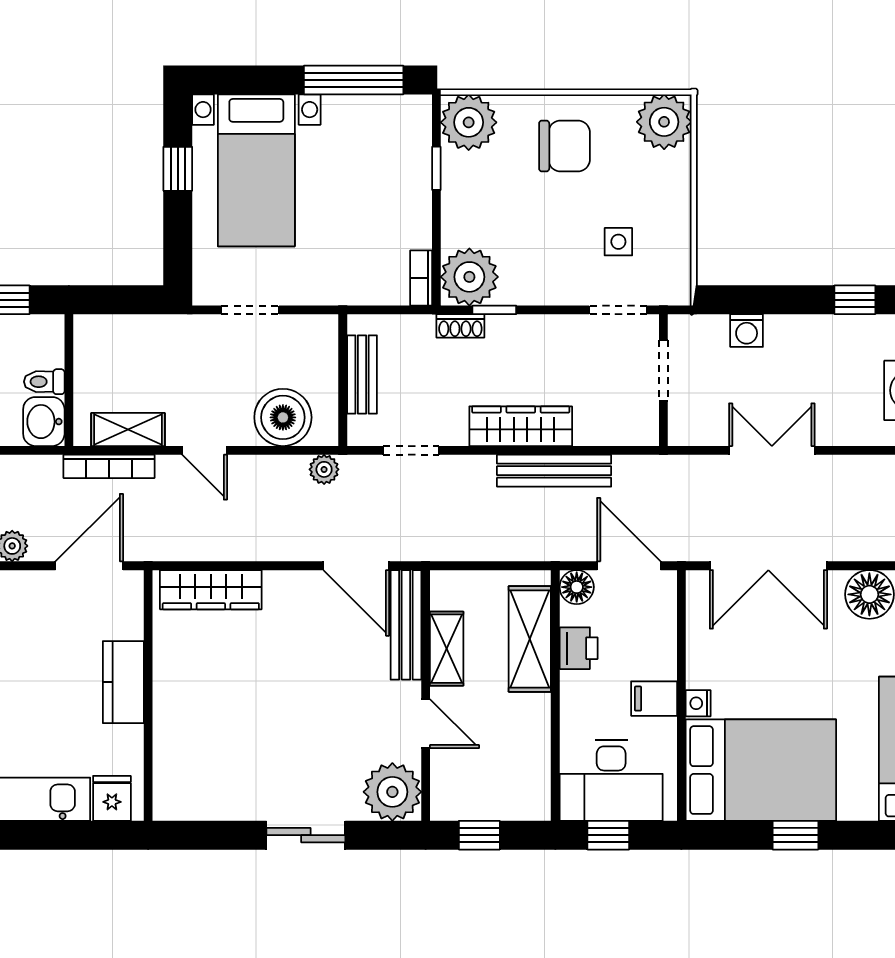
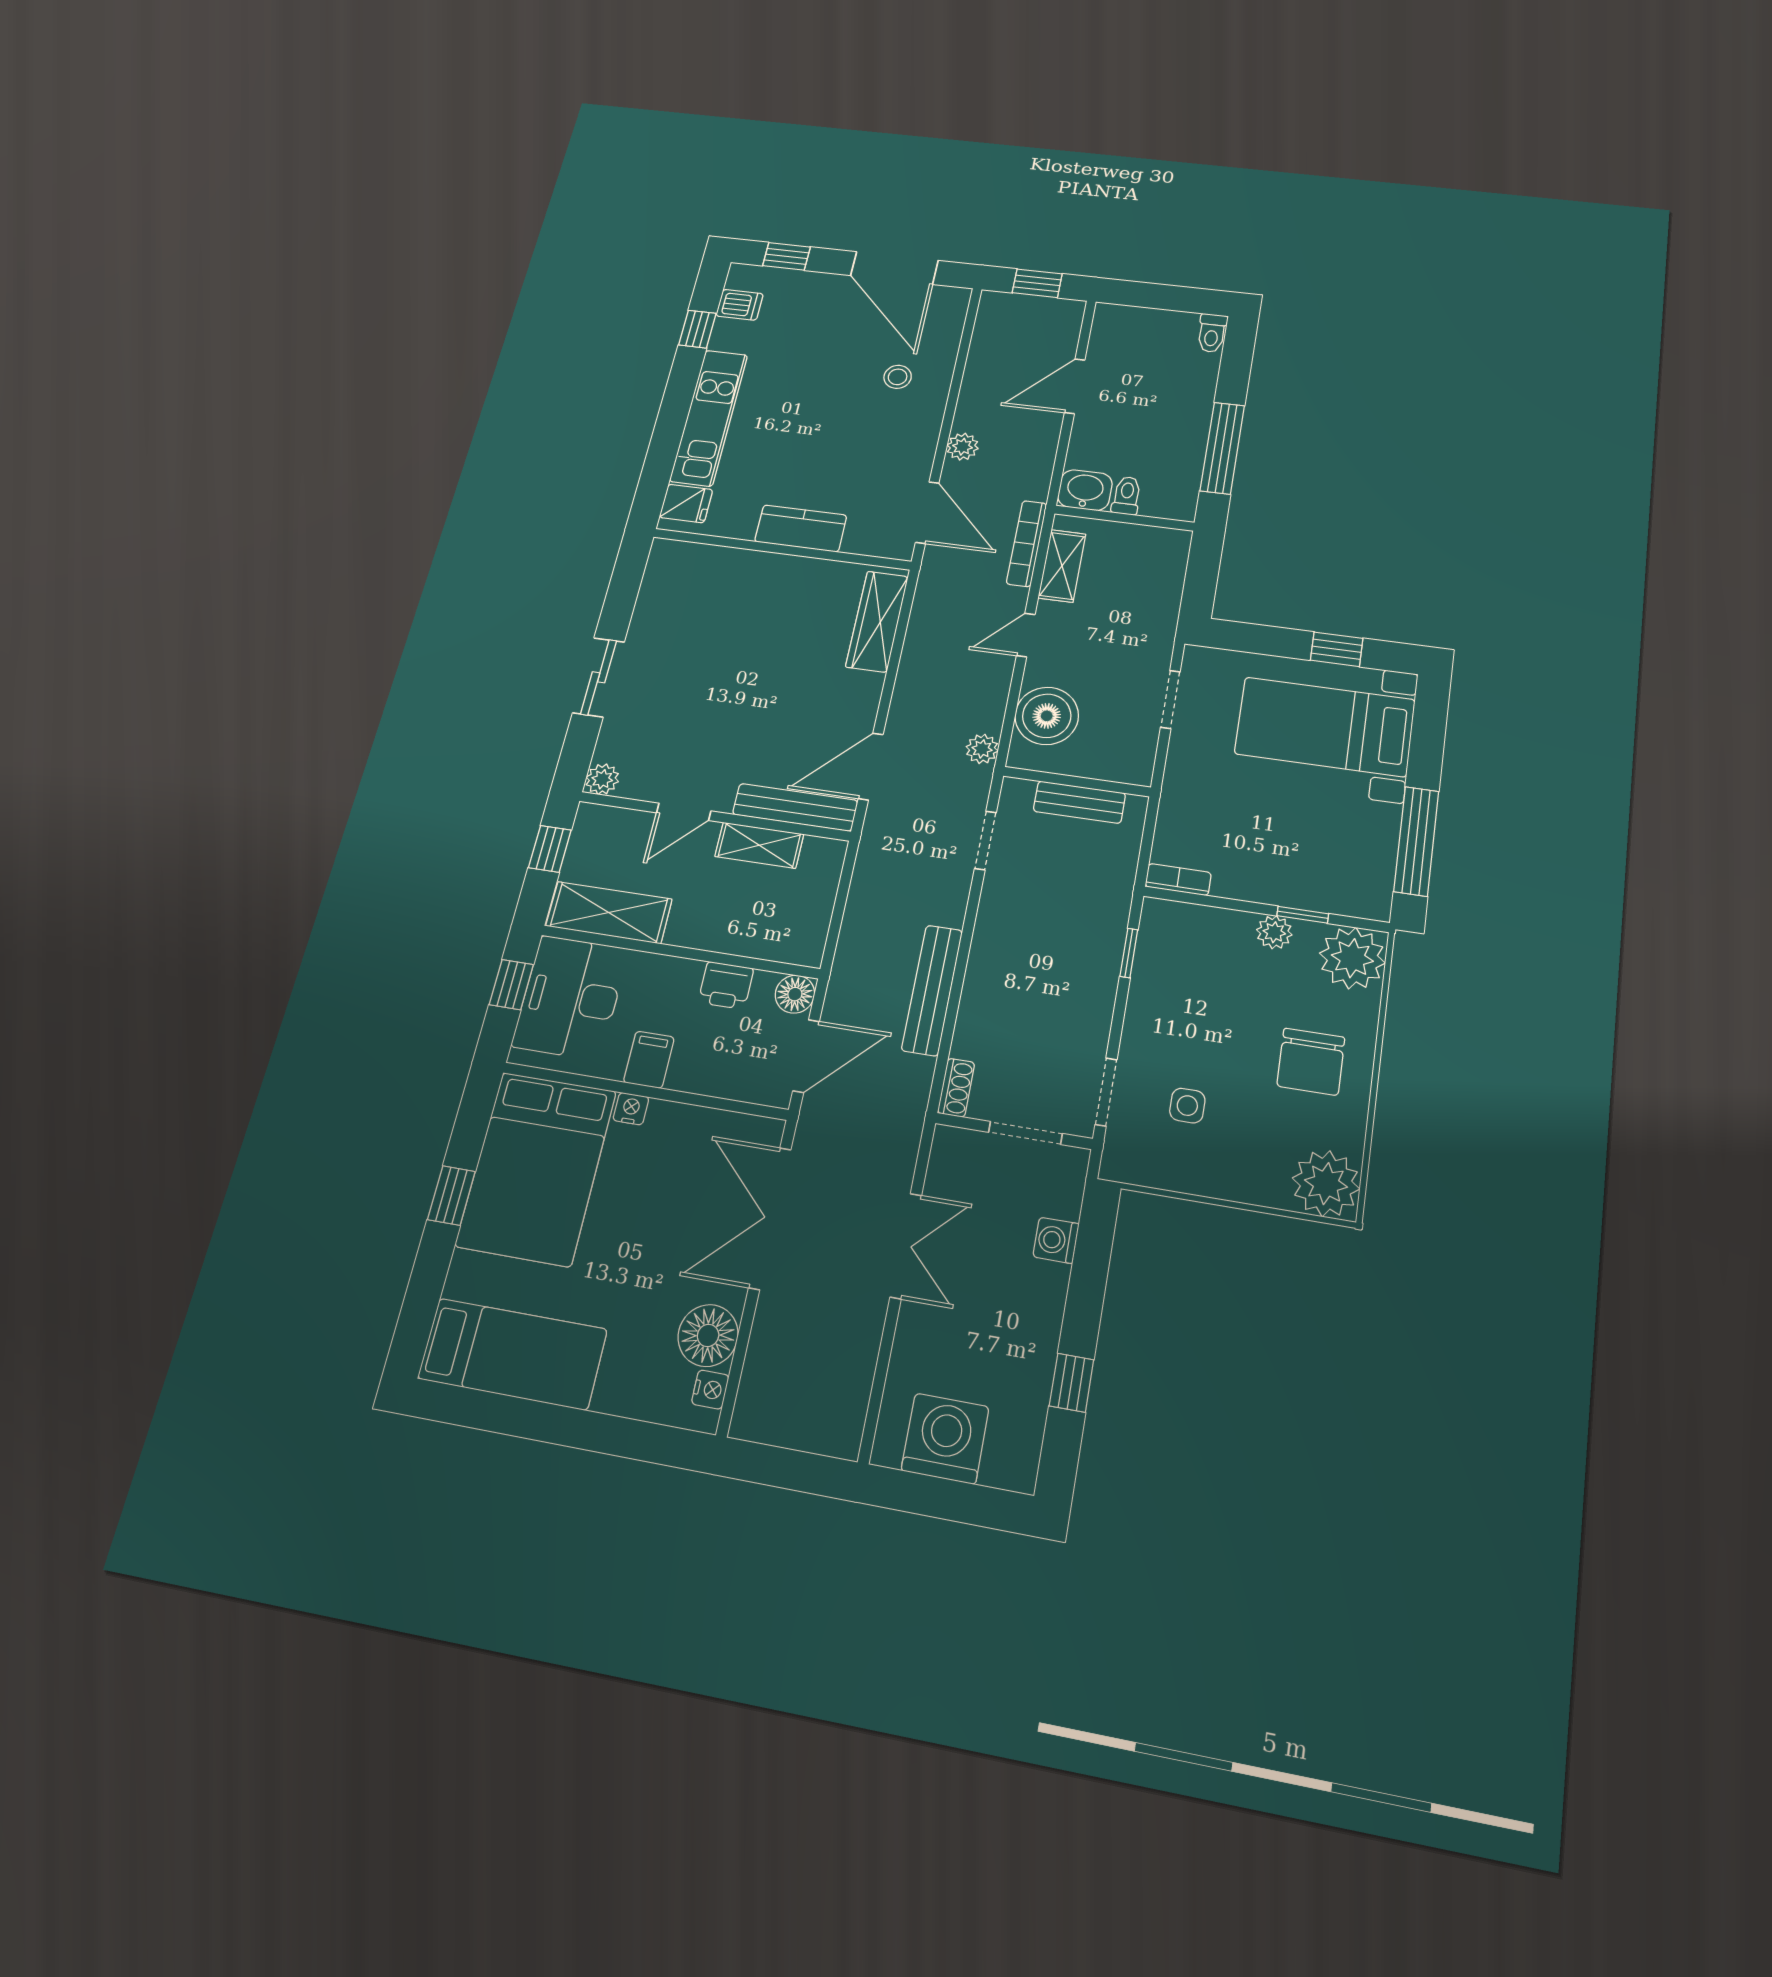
plant: (469, 277) -> (1274, 932), moved, width x0.53, depth x0.53
shoe rack: (460, 326) -> (956, 1088), moved, turned 180
wardrobe: (521, 426) -> (990, 961), removed
shelving: (530, 639) -> (609, 913), moved
plant: (392, 792) -> (602, 779), width x0.53, depth x0.53

